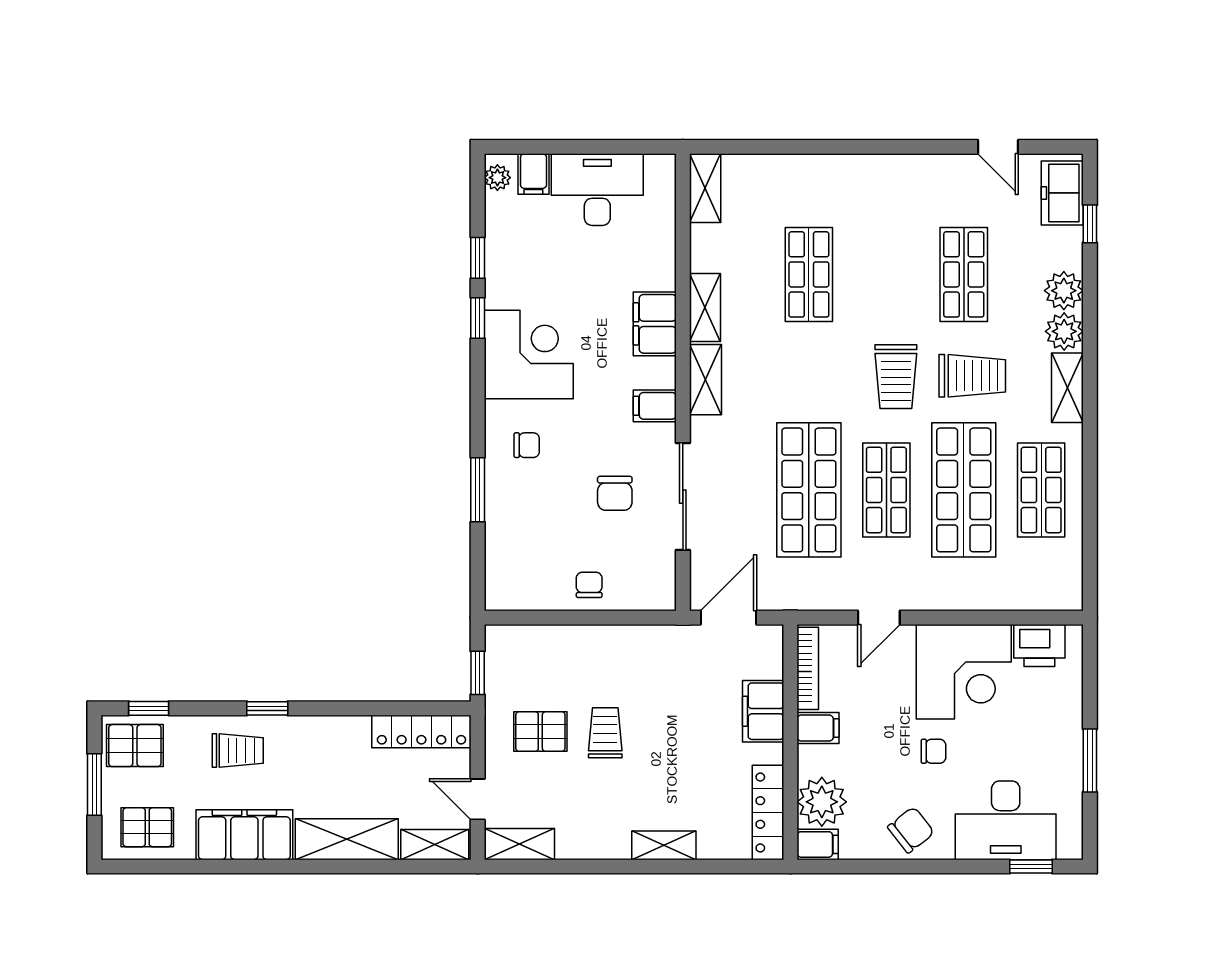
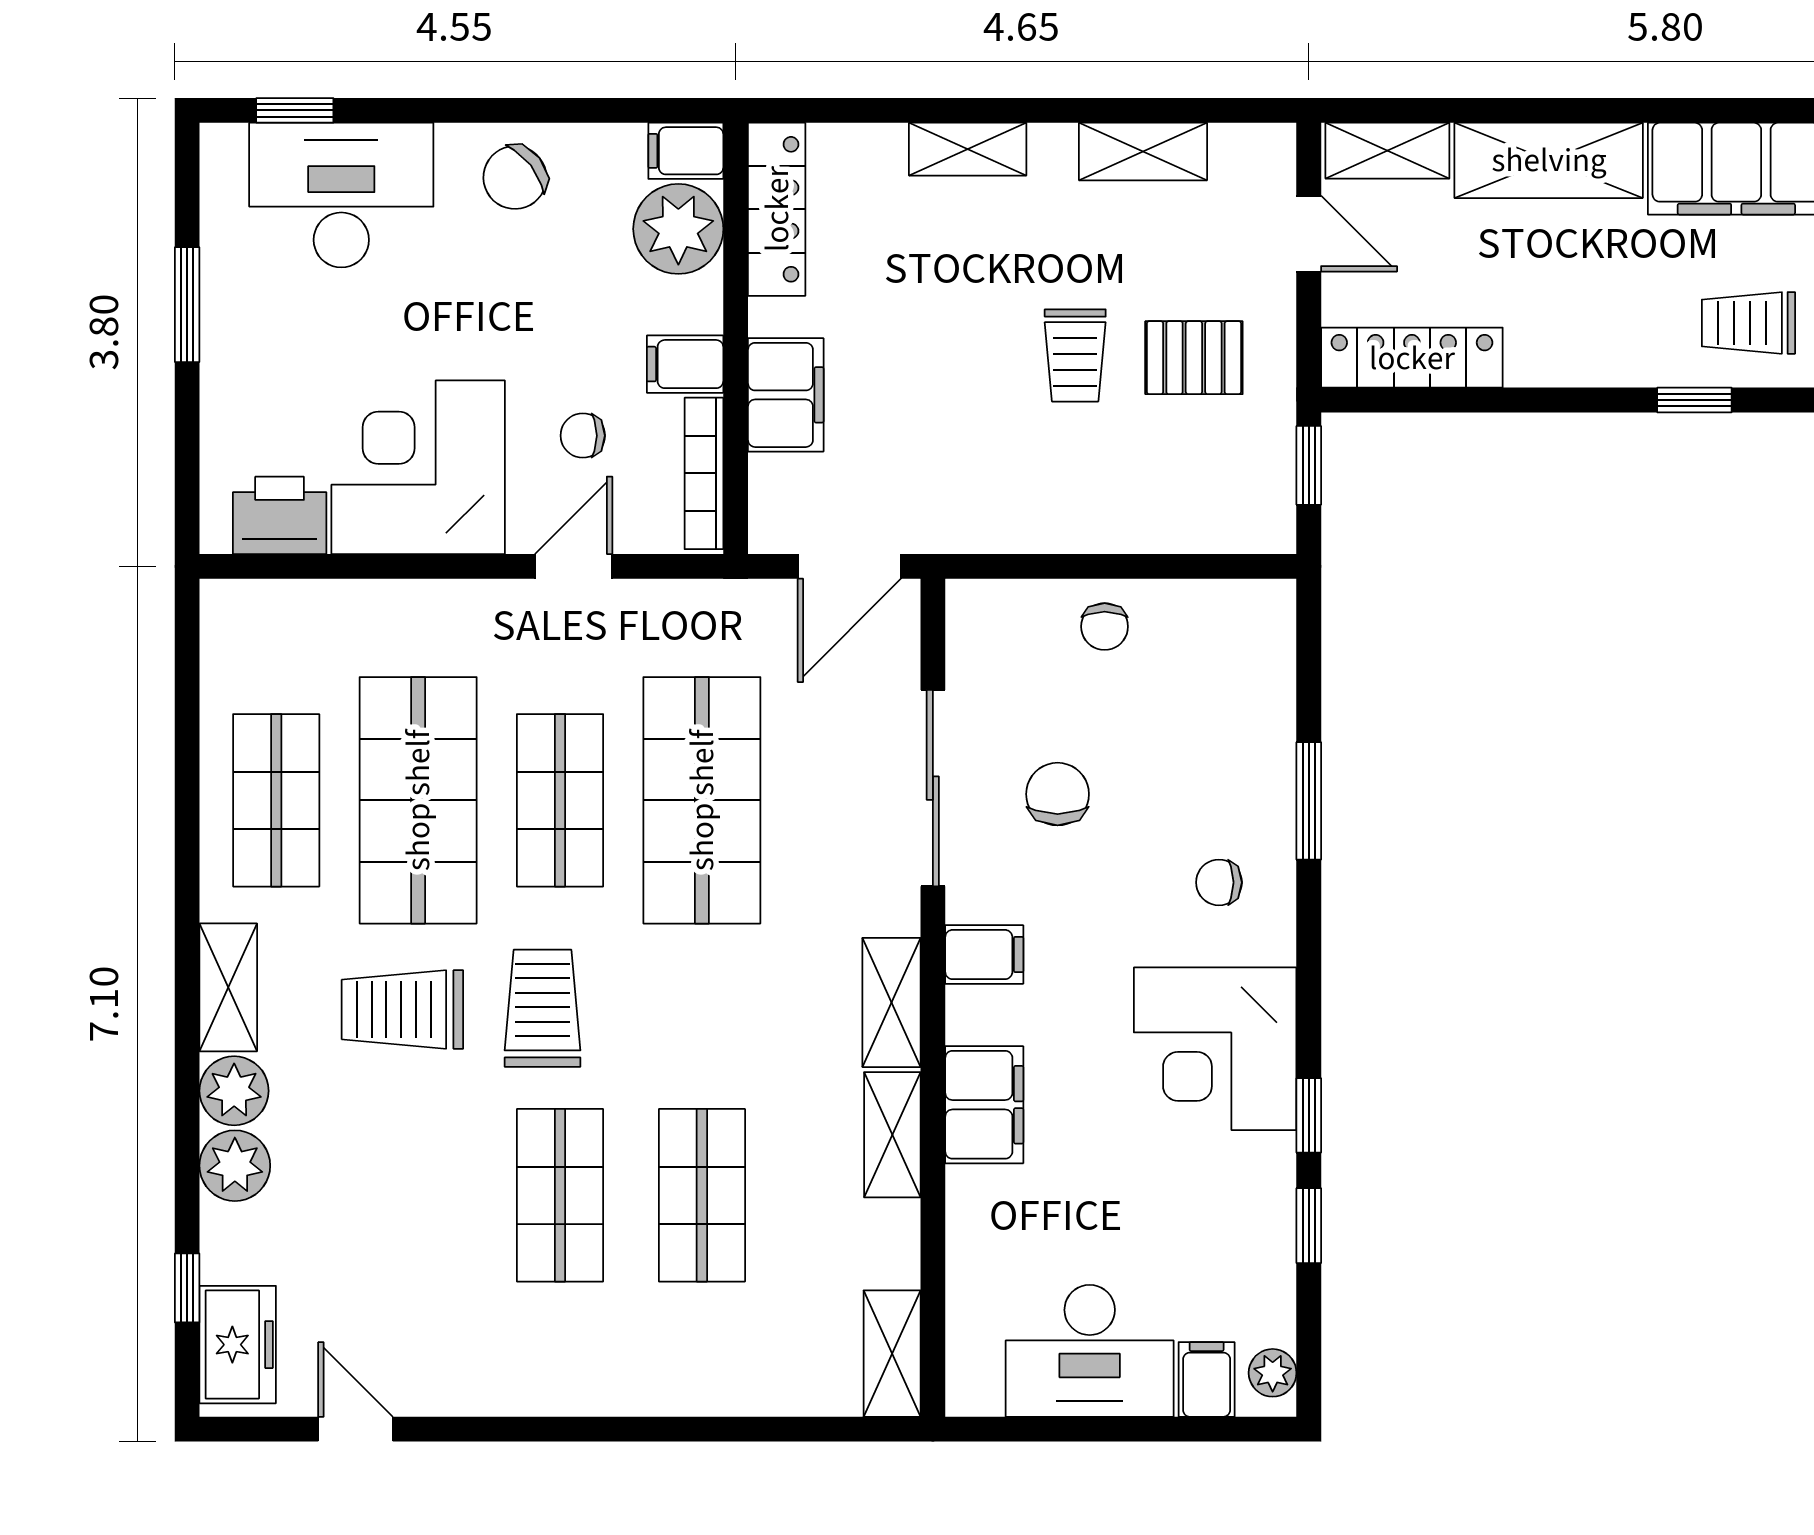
shop shelf: (964, 274) -> (560, 1195), moved
chair: (933, 751) -> (583, 436), moved
shelving: (519, 844) -> (1143, 152), moved

